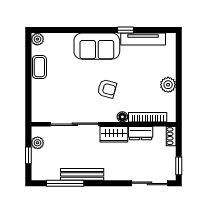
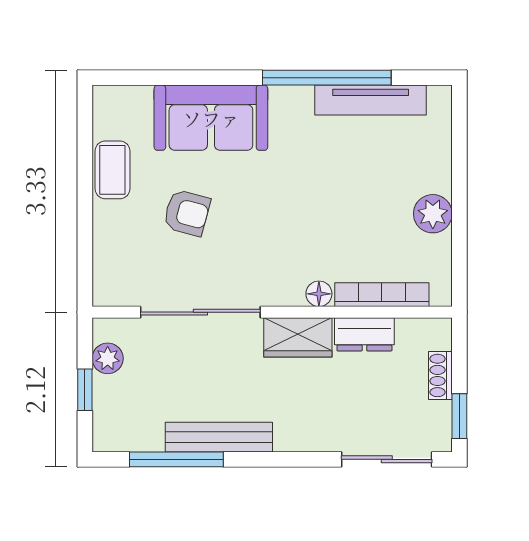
window: (125, 30) -> (327, 78), width x3.17
plant: (37, 39) -> (108, 100), removed
sofa: (97, 46) -> (211, 118), moved
armchair: (107, 89) -> (187, 213), moved
shoe rack: (171, 136) -> (440, 375), moved

